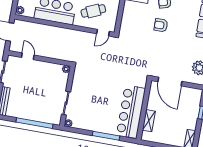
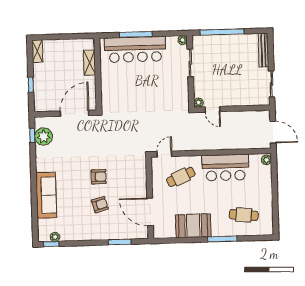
door: (28, 56) -> (212, 109), moved
door: (170, 82) -> (75, 113), hinge flipped
bar counter: (131, 112) -> (135, 49), moved, turned 90

